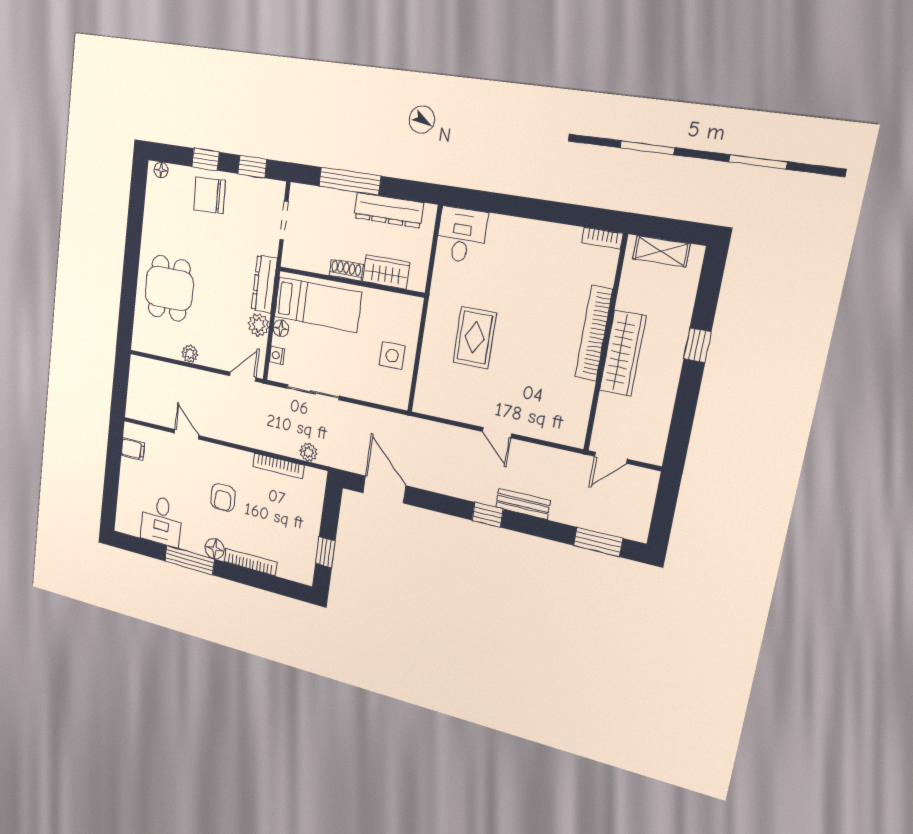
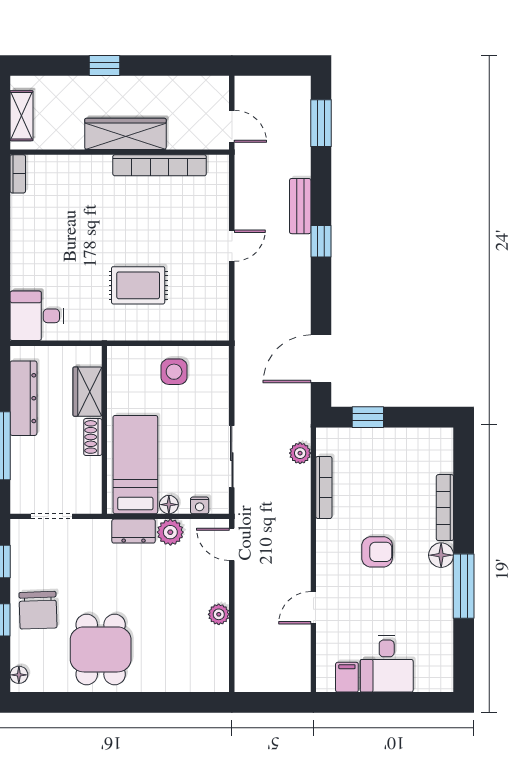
dresser: (264, 284) -> (134, 531), width x0.70
dining table: (169, 288) -> (101, 649), moved, turned 90
bookcase: (594, 333) -> (160, 165), moved
desk: (161, 521) -> (387, 664), moved, turned 90
window: (325, 552) -> (368, 417), moved

